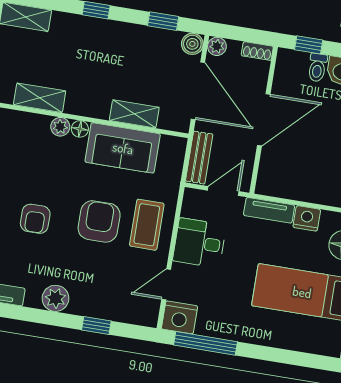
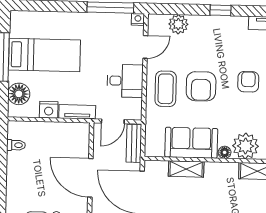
door: (264, 120) -> (90, 178), hinge flipped
plant: (60, 127) -> (245, 146), width x1.88, depth x1.88
plant: (56, 298) -> (178, 24), moved
nightstand: (179, 317) -> (138, 19), width x0.53, depth x0.56
window: (96, 325) -> (221, 10), moved

